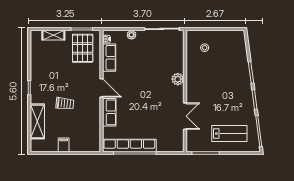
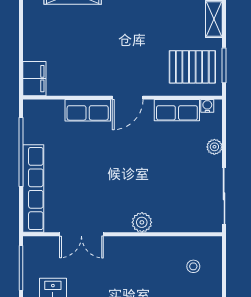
trolley: (65, 104) -> (102, 38), removed
filing cabinet: (64, 145) -> (34, 79), moved, width x2.00
row of seats: (129, 146) -> (33, 189), moved

